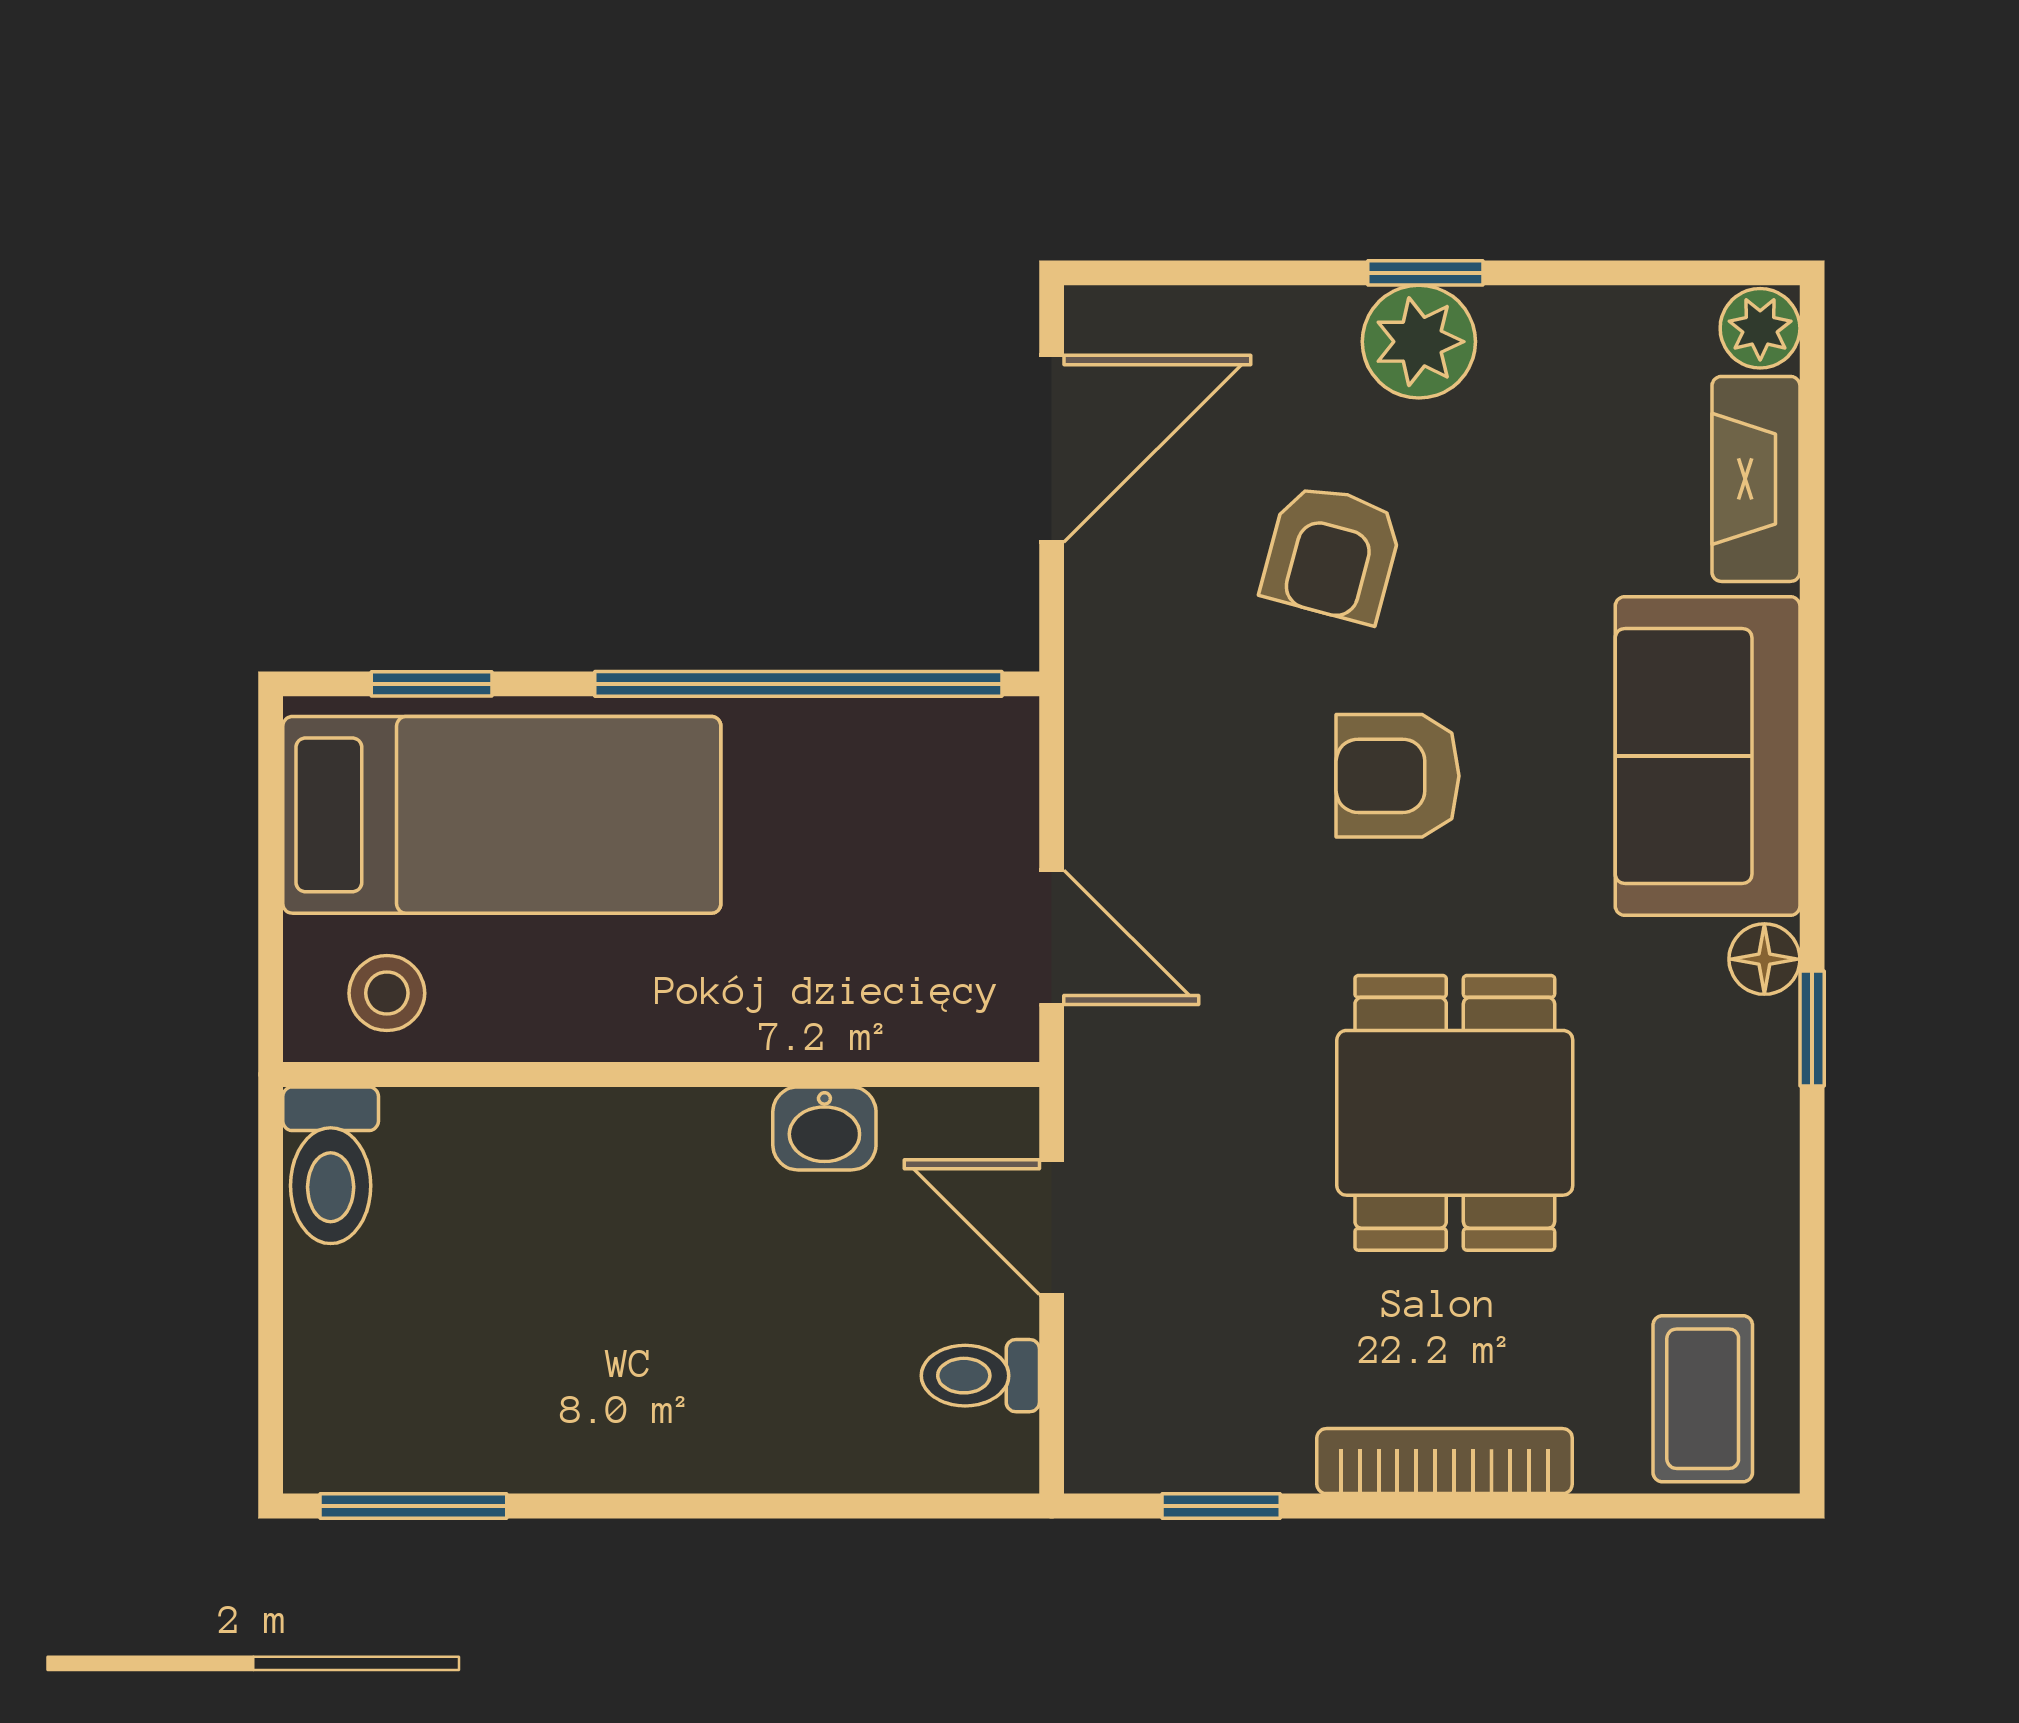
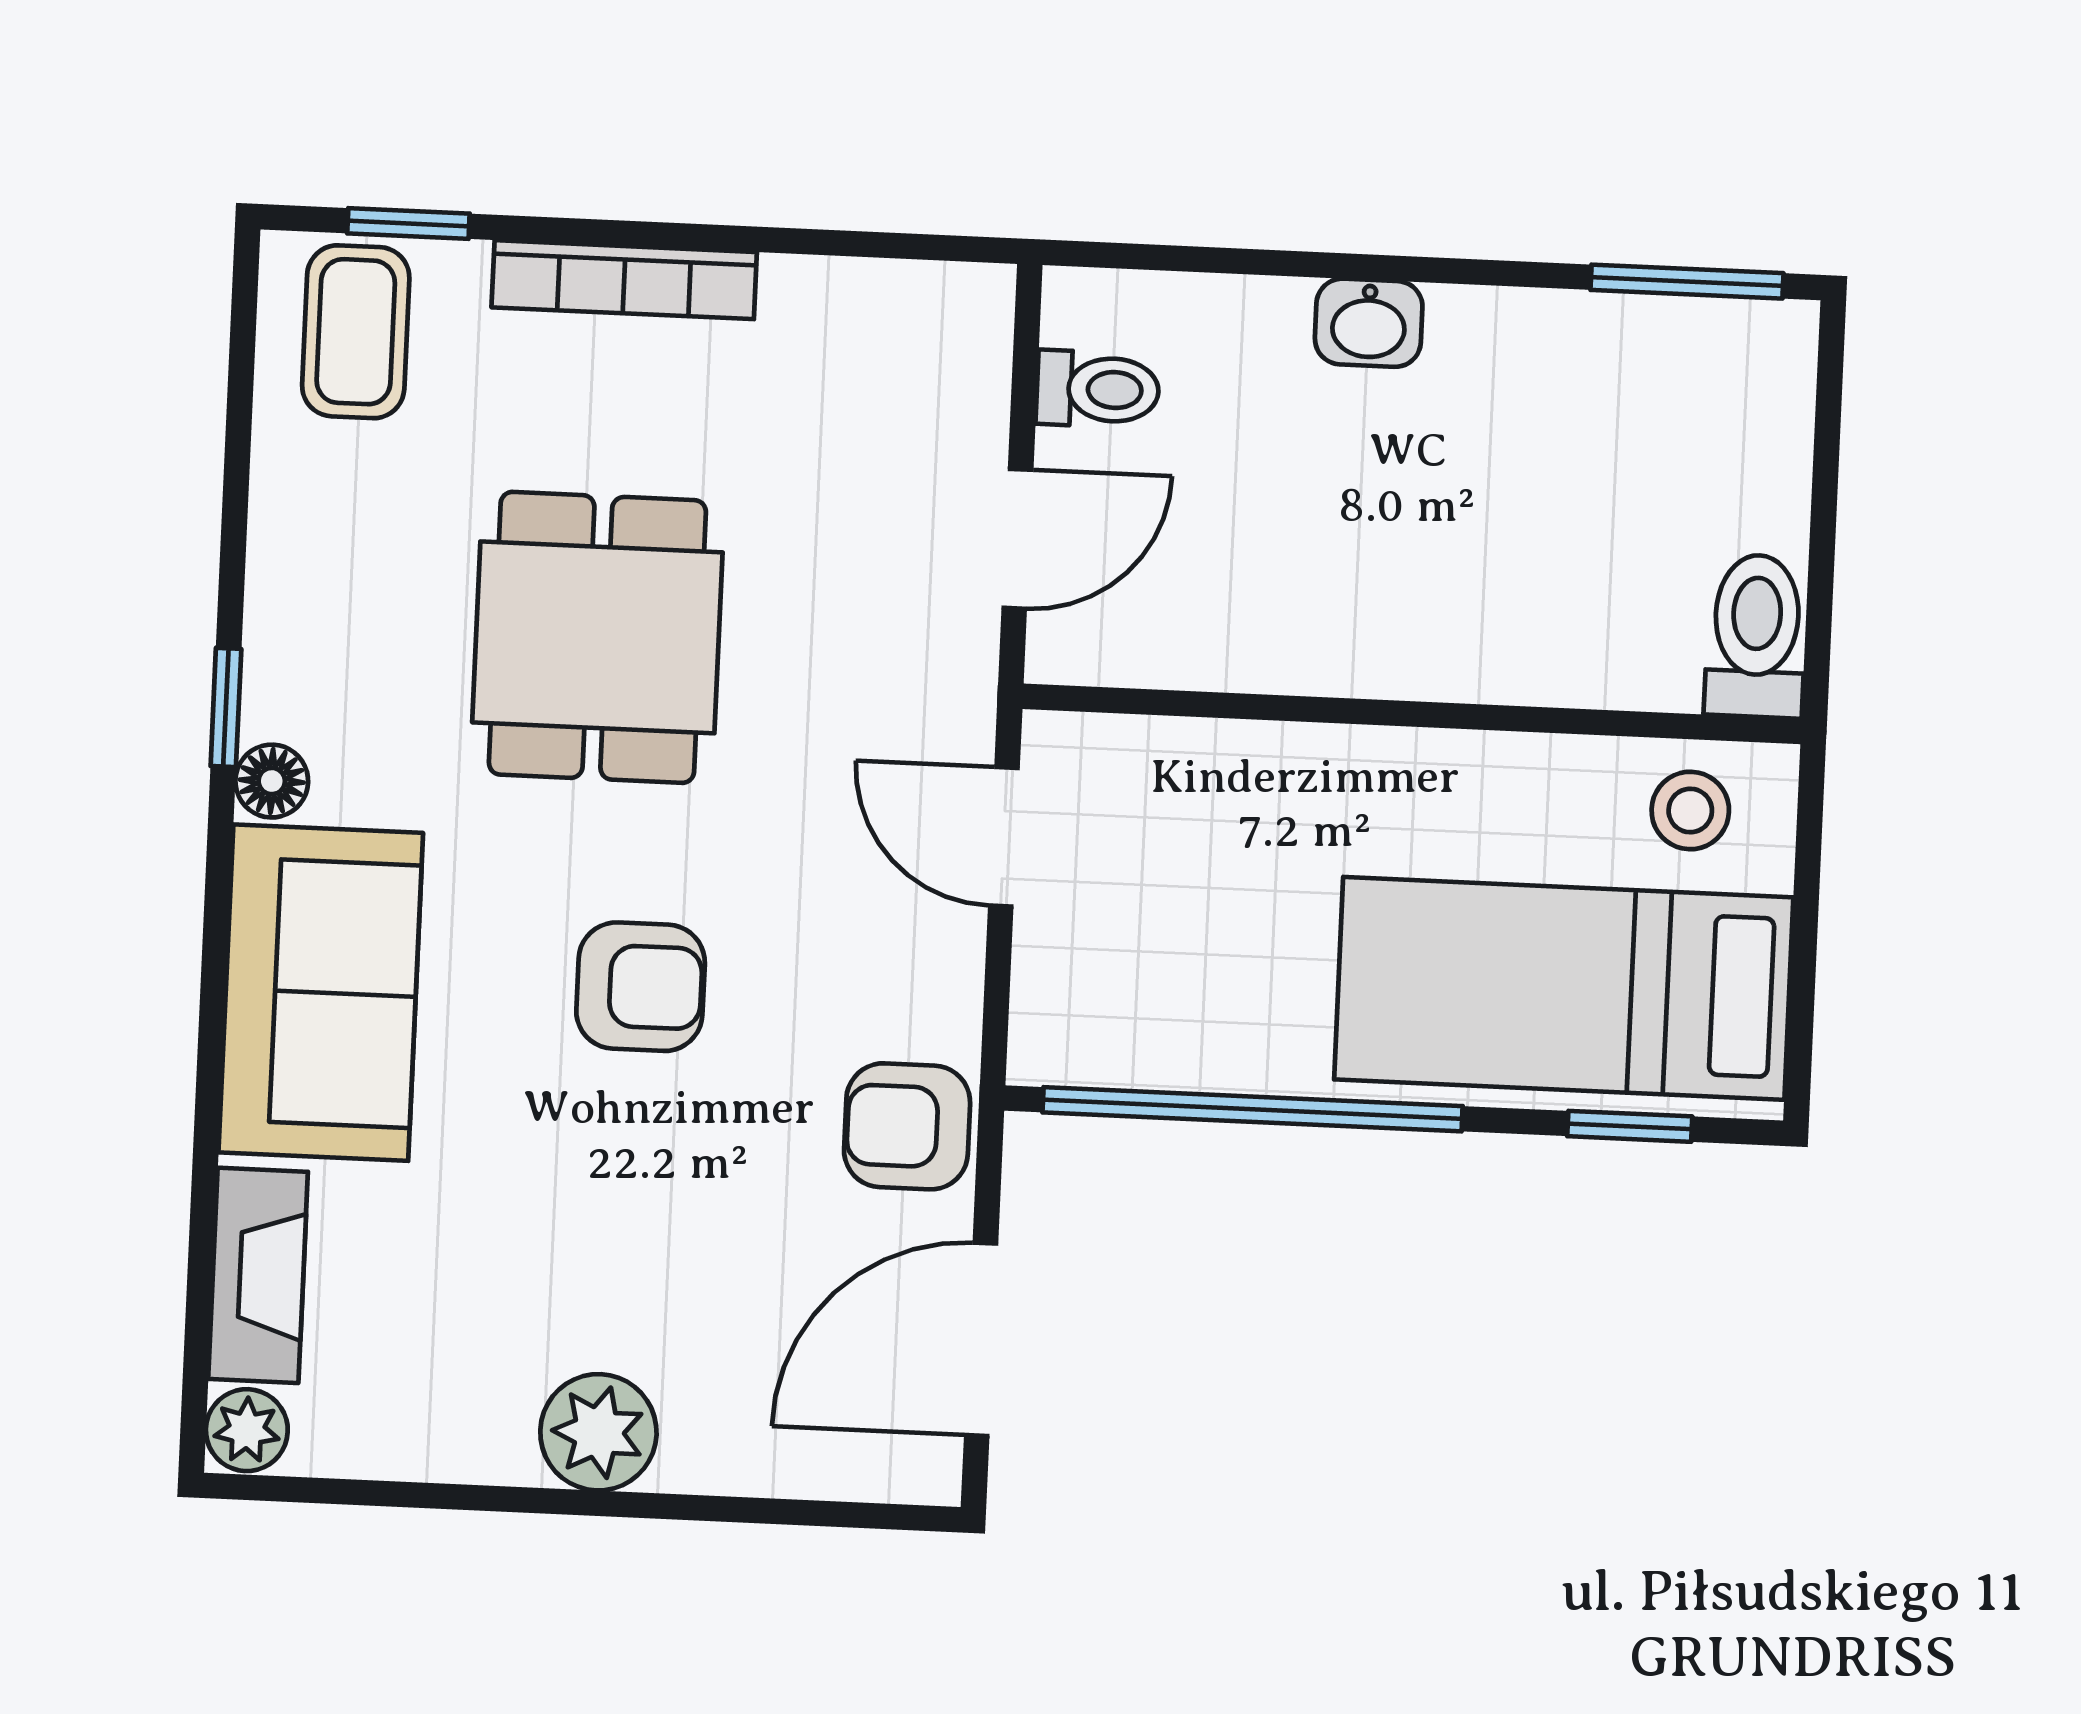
window: (1425, 273) -> (588, 1503), removed
armchair: (1332, 553) -> (907, 1126), moved, turned -105
washbasin: (824, 1128) -> (1369, 323), moved, turned 180
door: (1052, 1227) -> (1017, 539), hinge flipped
window: (1221, 1506) -> (408, 223), moved

